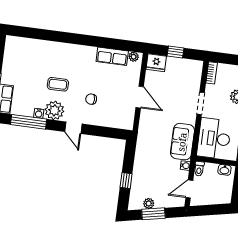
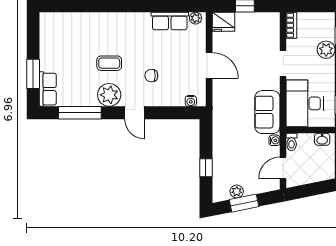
water cooler: (39, 113) -> (191, 101), moved

